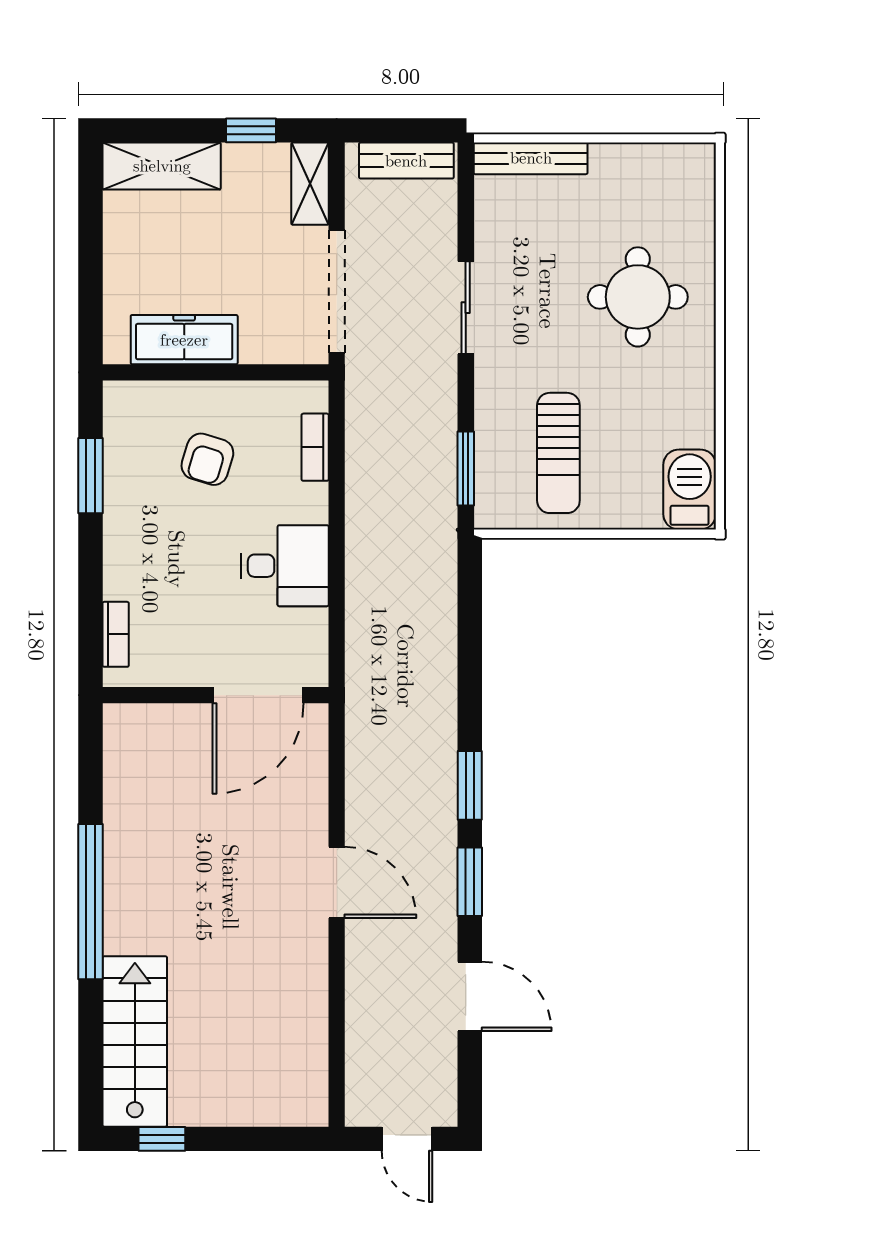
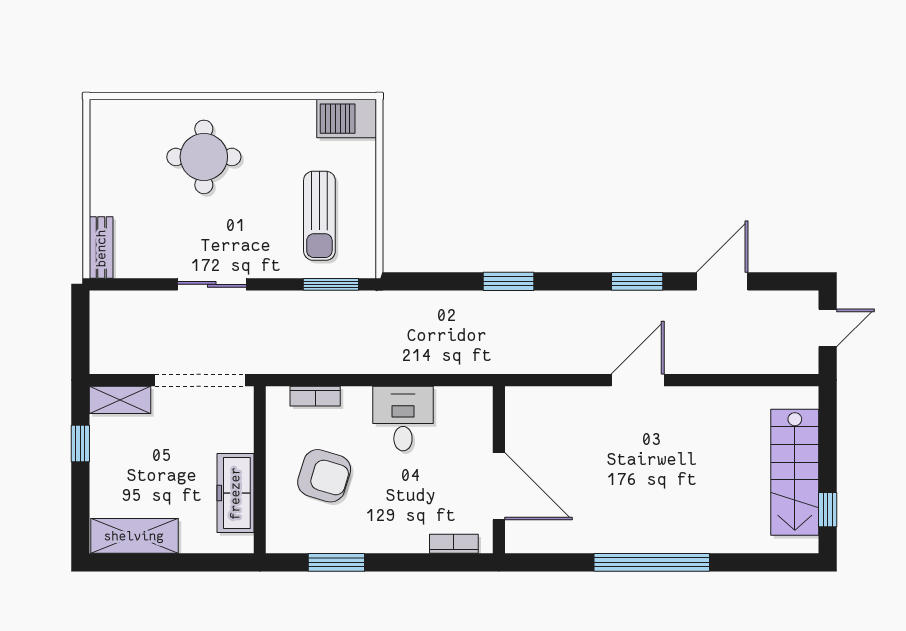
bench: (531, 158) -> (101, 248), width x0.73
bench: (406, 161) -> (103, 328), removed
shelving: (162, 166) -> (134, 536), moved, turned 90
sun lounger: (558, 453) -> (319, 216), turned 90
armchair: (207, 459) -> (324, 476), width x1.38, depth x1.38
door: (258, 695) -> (499, 486), moved
window: (470, 785) -> (509, 281), moved
stairs: (135, 1041) -> (795, 472), moved, turned -90

